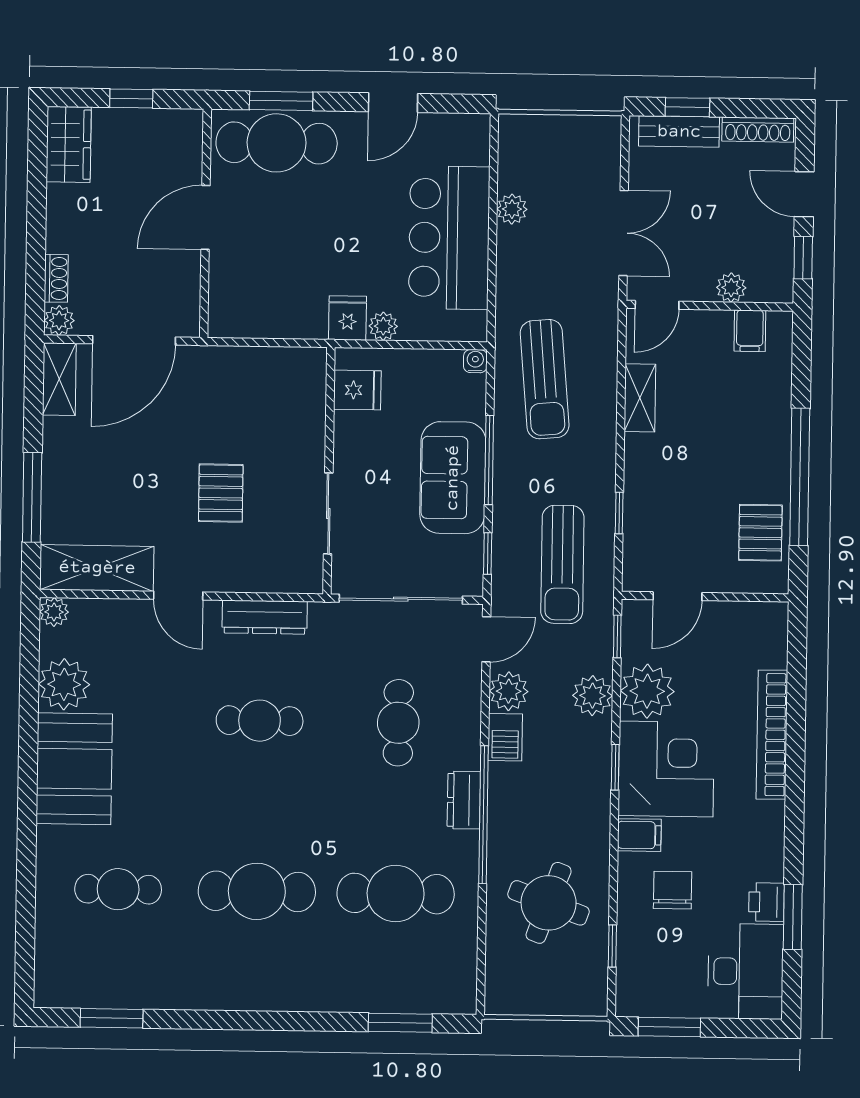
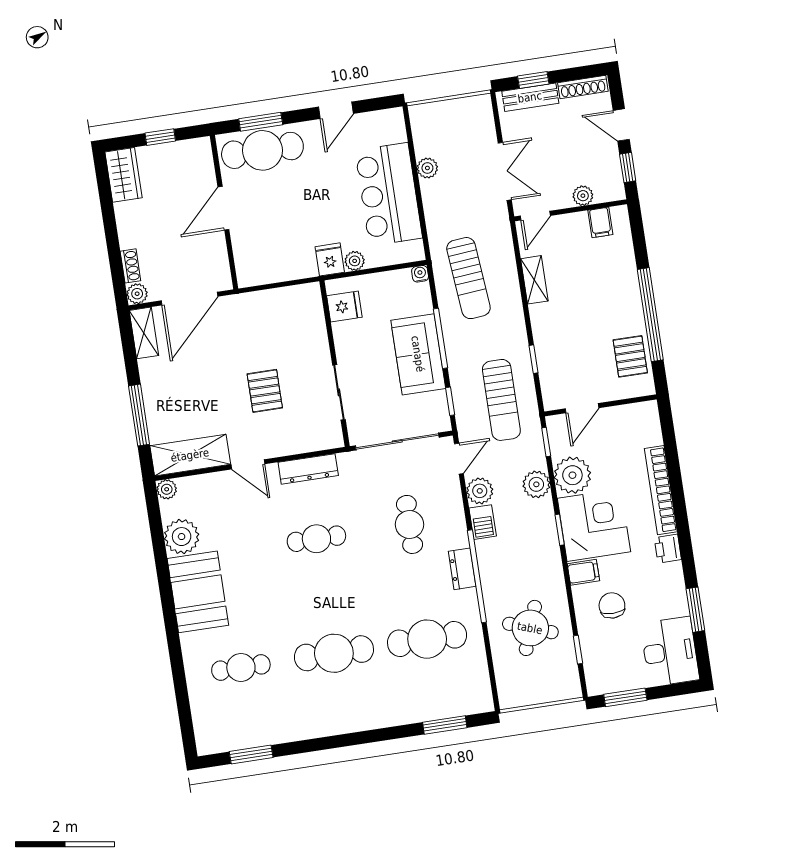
printer: (767, 902) -> (668, 549), moved

